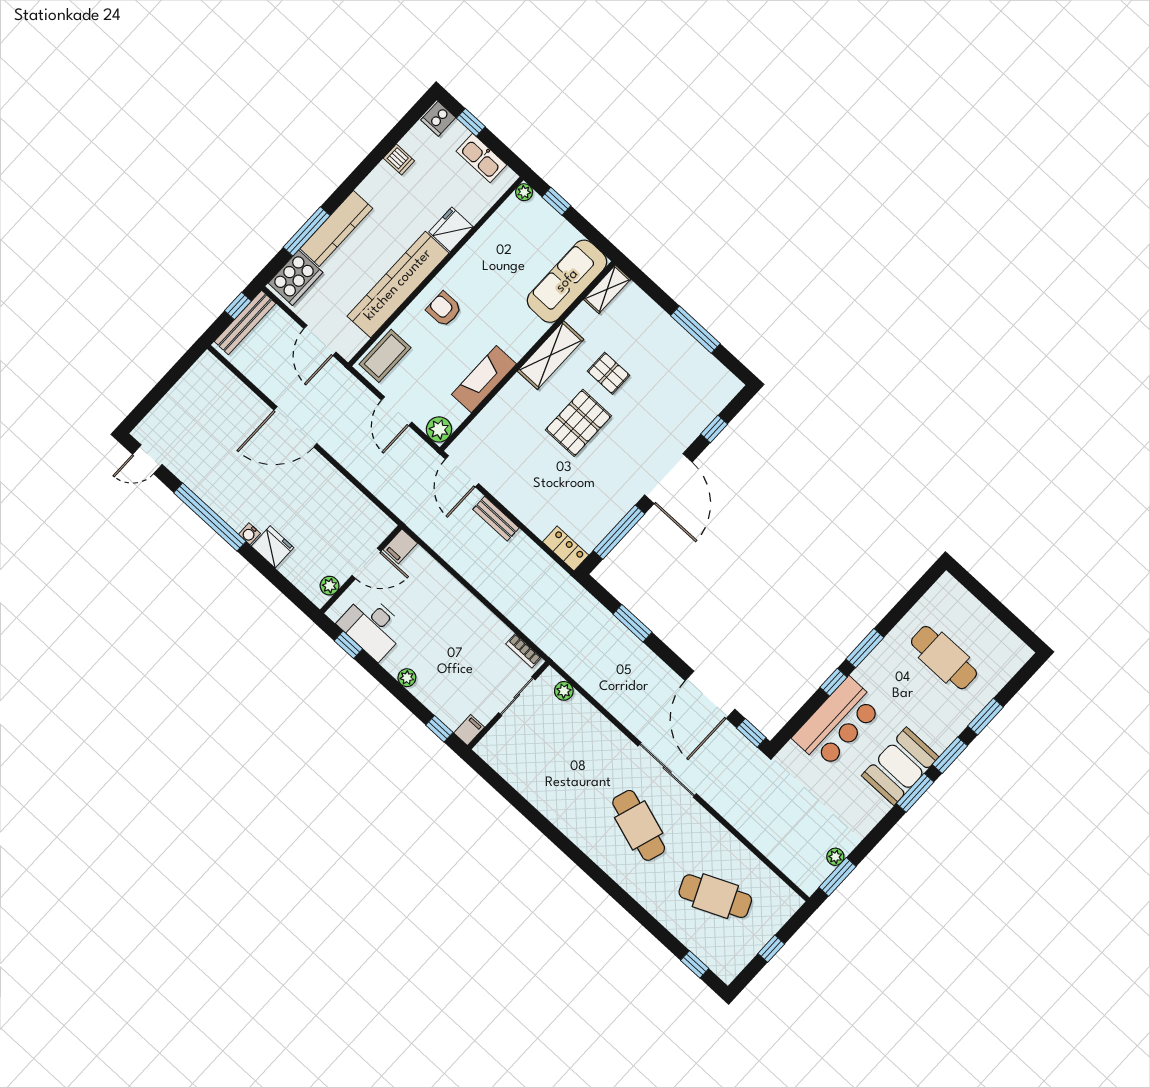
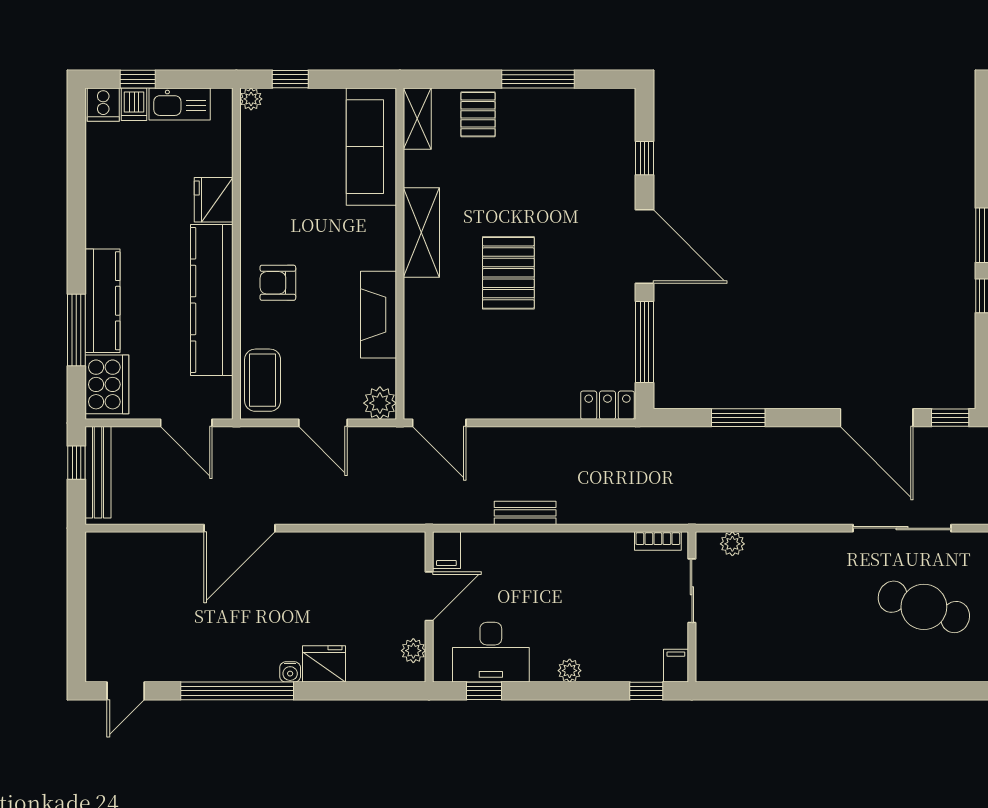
dishwasher: (399, 159) -> (134, 104), moved, turned 90
pallet: (608, 373) -> (478, 114), moved, turned 90
bench: (496, 519) -> (525, 513), moved

